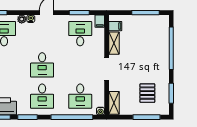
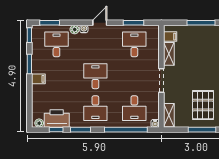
filing cabinet: (100, 21) -> (154, 31), removed
desk: (42, 65) -> (95, 76), turned 180
pallet: (147, 93) -> (203, 105), width x1.50, depth x1.42

